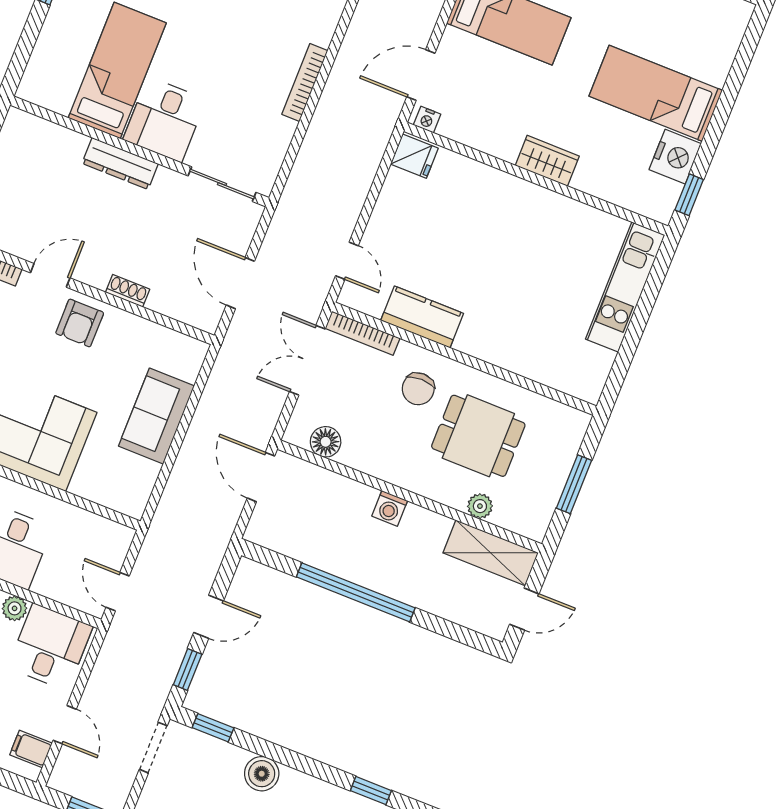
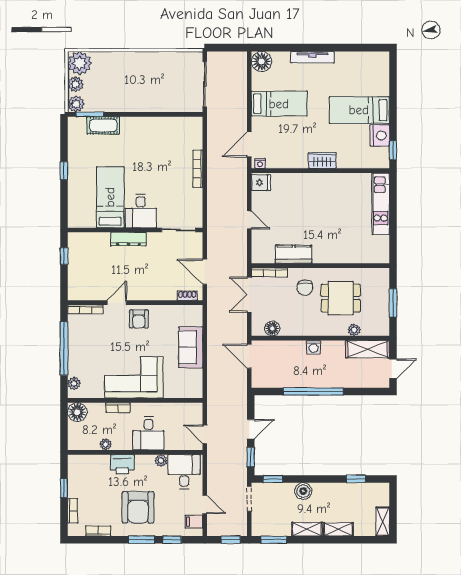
door: (347, 261) -> (249, 220), moved
shoe rack: (128, 291) -> (187, 296), moved

